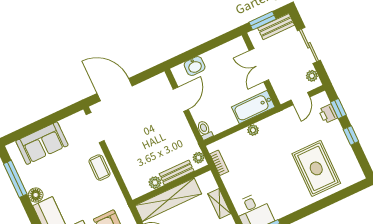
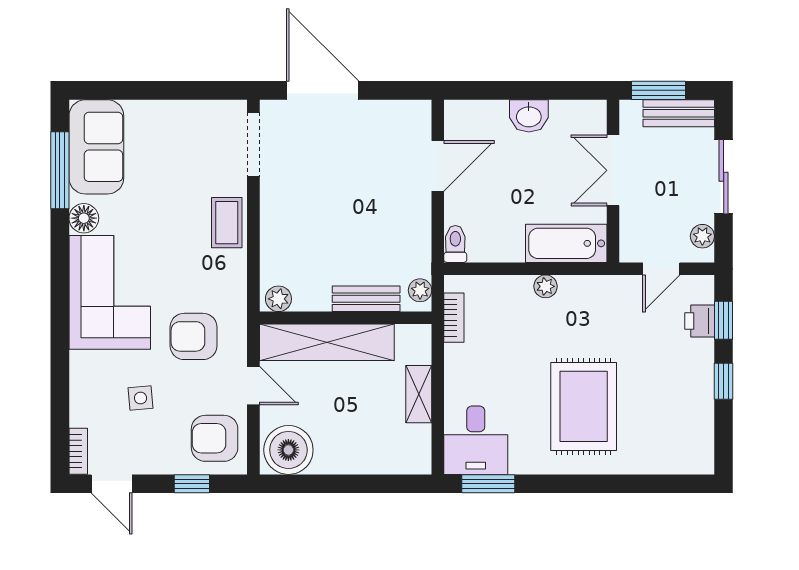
washbasin: (195, 66) -> (529, 116), moved
sofa: (42, 143) -> (96, 147), moved, turned -90
rug: (316, 168) -> (584, 406), moved
plant: (155, 183) -> (278, 299), moved

